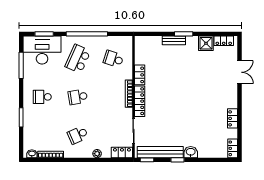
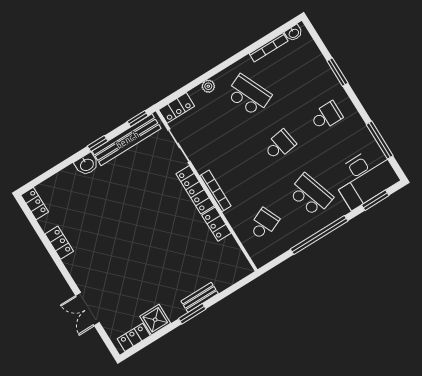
school desk: (78, 59) -> (311, 195), turned -42
school desk: (113, 59) -> (264, 224), turned -42
school desk: (78, 135) -> (249, 95), width x1.85

